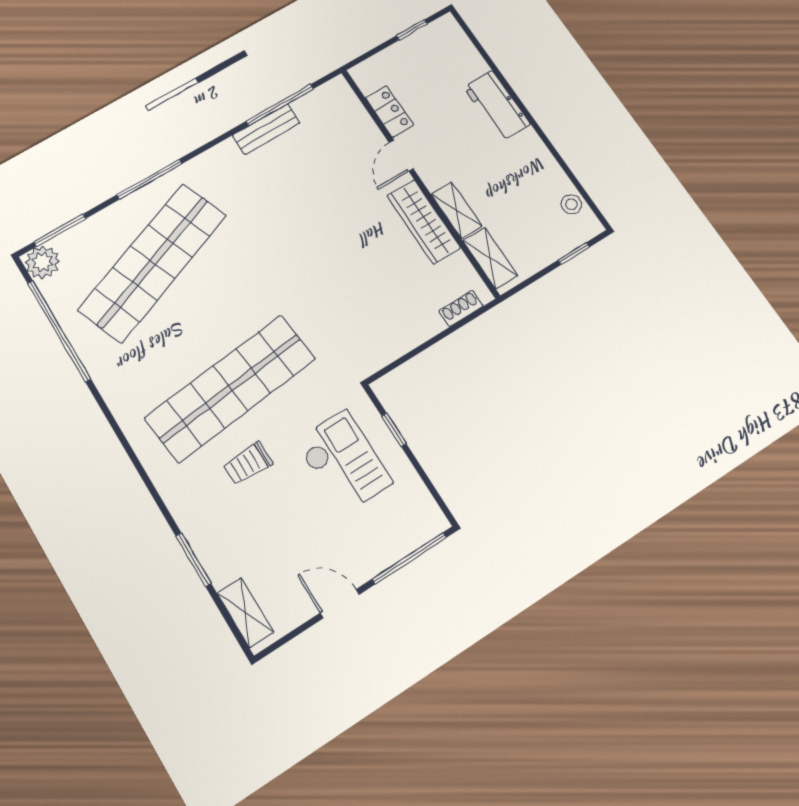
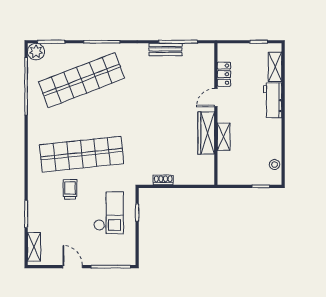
shelving: (490, 258) -> (275, 67), moved
shoe rack: (461, 309) -> (163, 180), moved
trolley: (248, 464) -> (70, 189), turned 90

